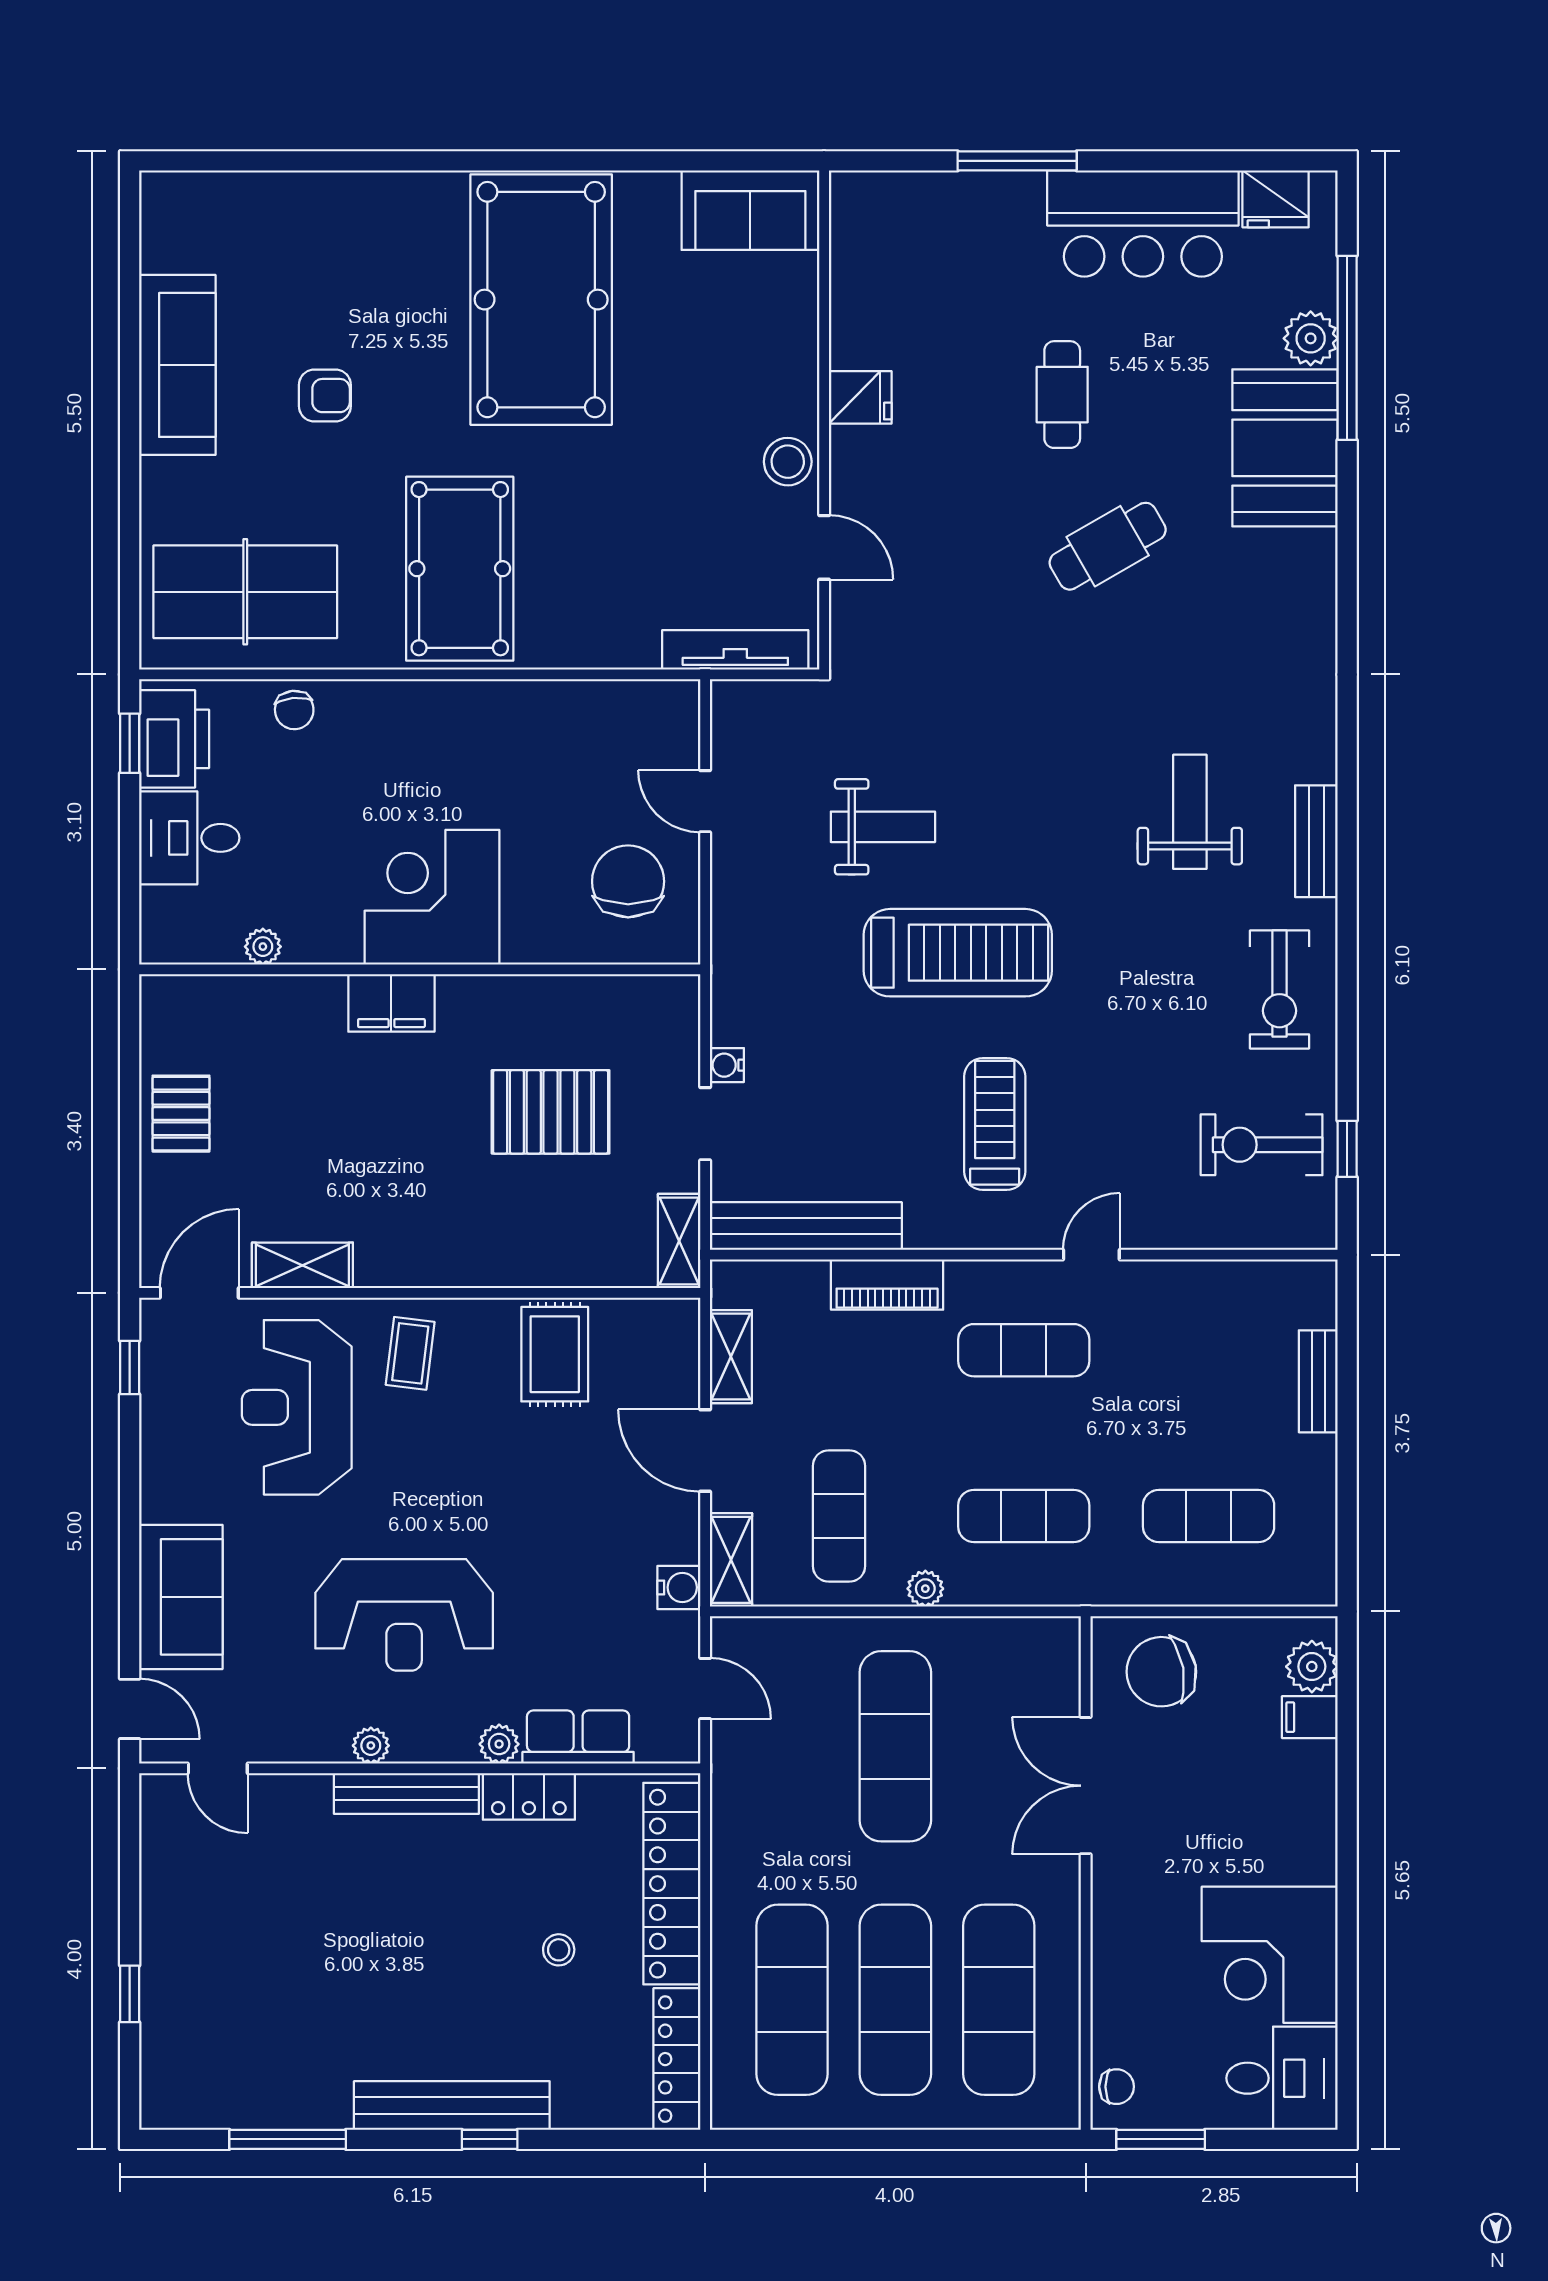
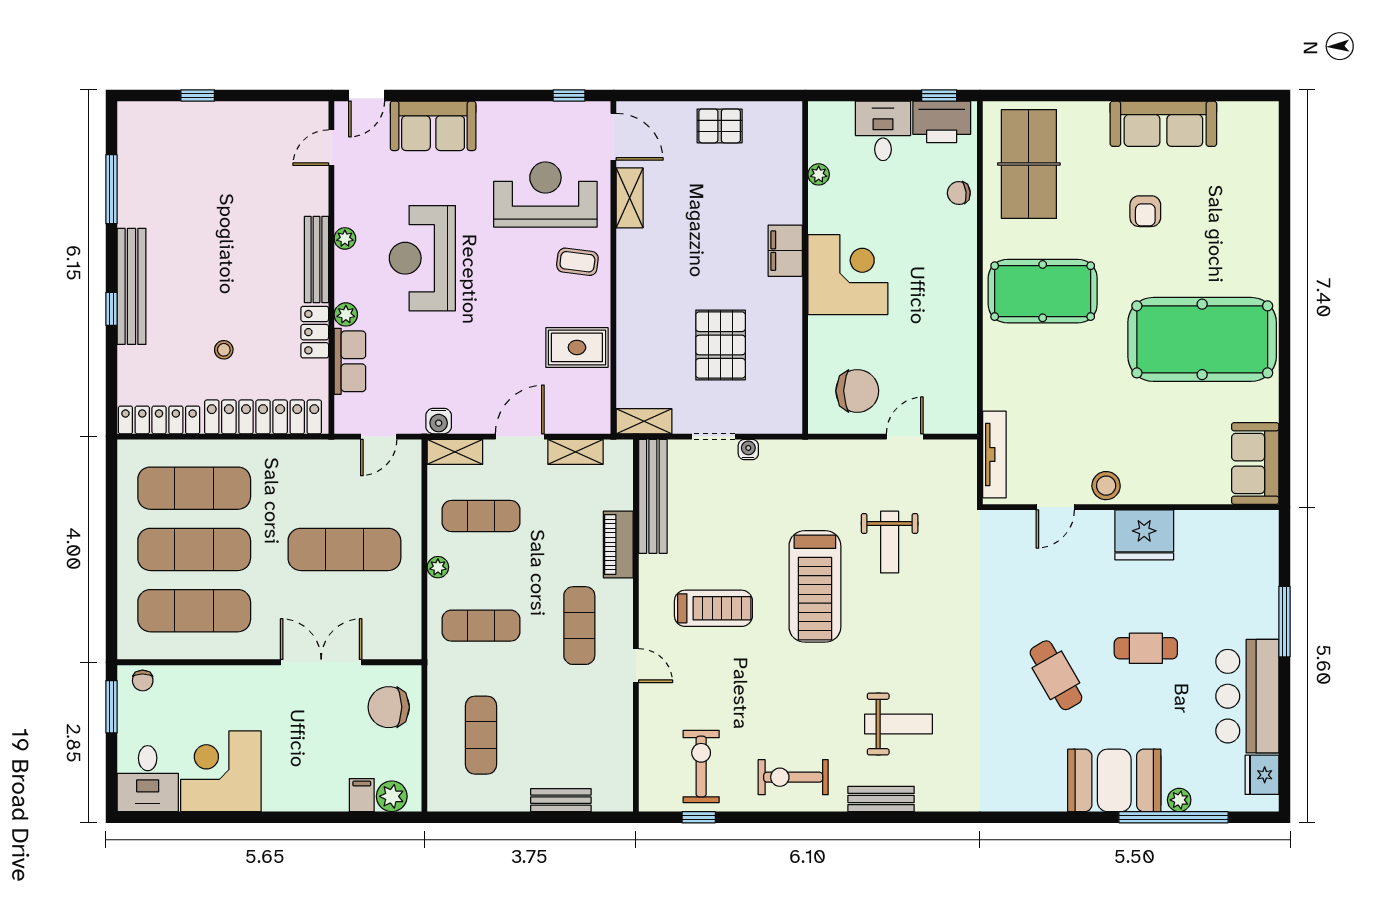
plant: (1311, 338) -> (1179, 800), width x0.73, depth x0.73
fridge: (860, 397) -> (1144, 535), width x1.88, depth x1.34
exercise mat: (1024, 1516) -> (481, 626), turned 90
chair: (1161, 1672) -> (389, 707), turned -80

